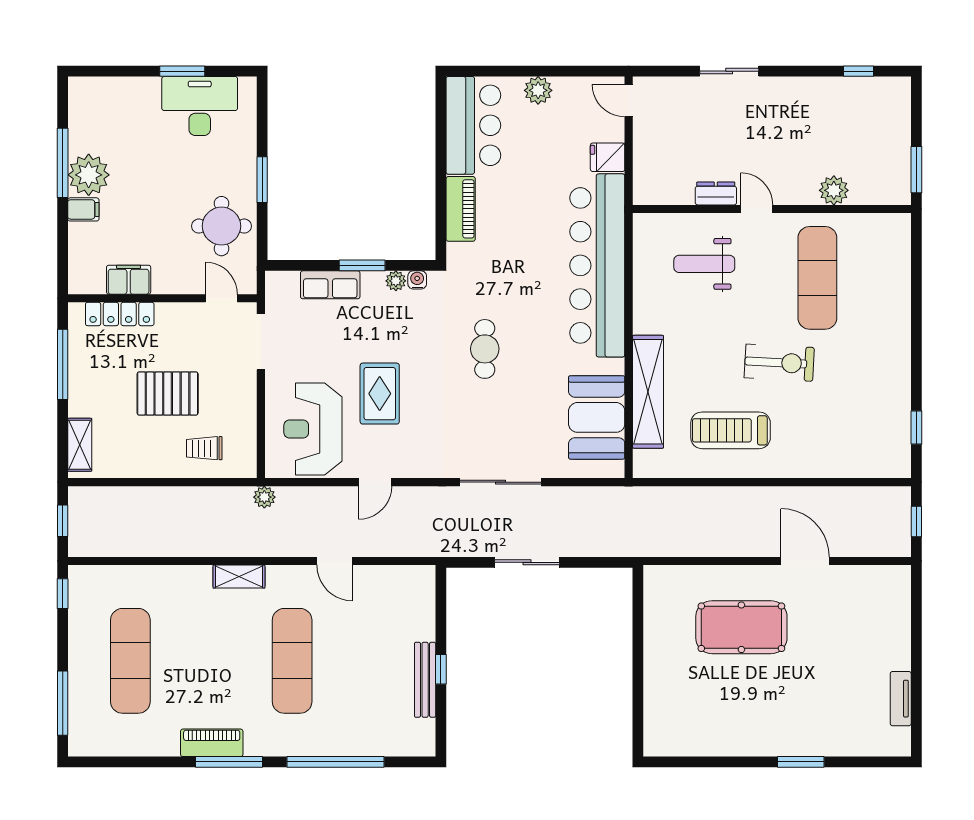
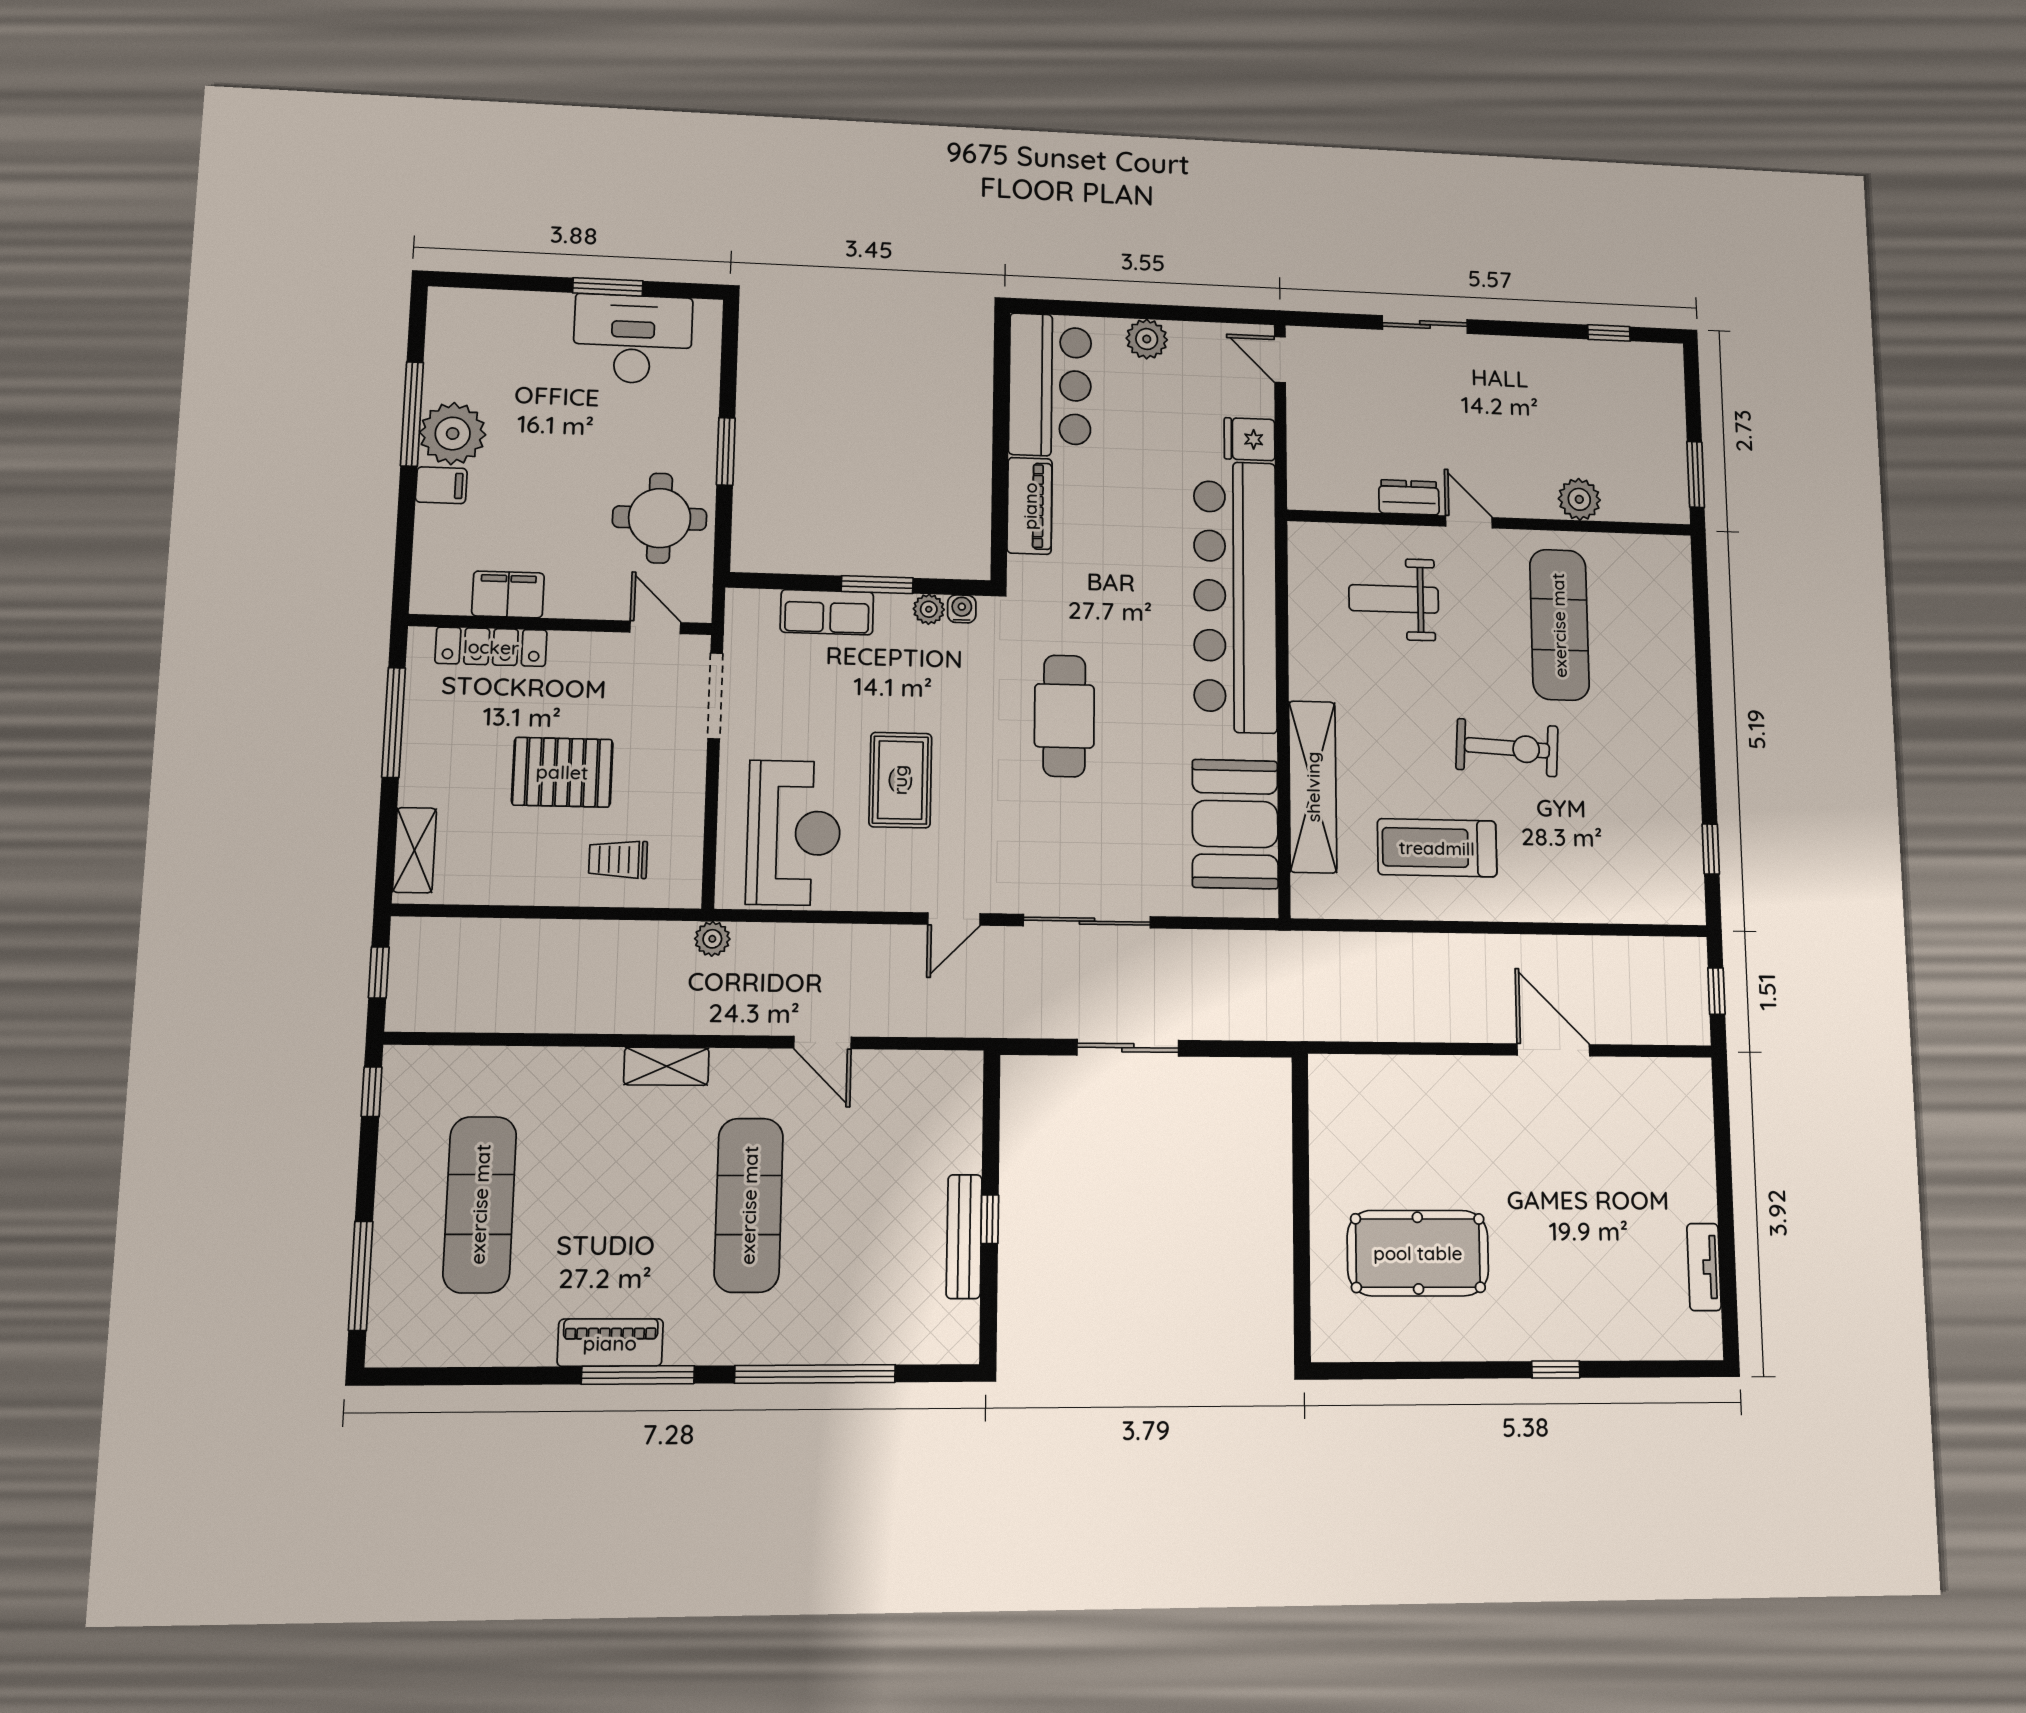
cafe table: (485, 349) -> (1064, 716), width x1.37, depth x1.35
reception desk: (313, 429) -> (794, 833), turned 180
door: (375, 482) -> (954, 919), moved
pool table: (741, 627) -> (1418, 1253), moved
window: (801, 762) -> (1556, 1370), width x0.67

